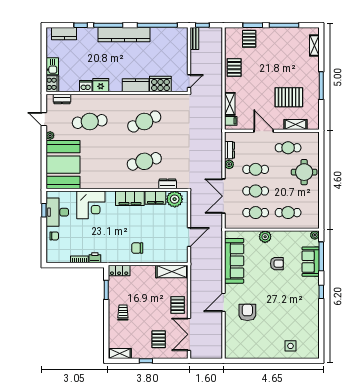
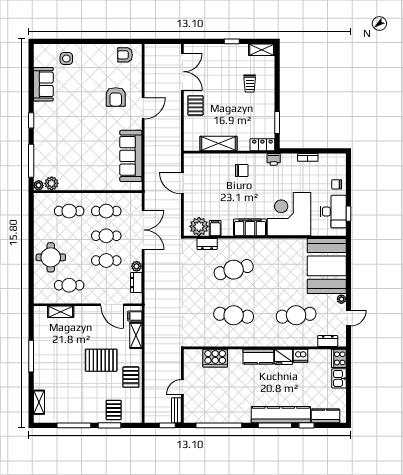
kitchen counter: (124, 35) -> (281, 415), moved
door: (189, 81) -> (182, 387), moved
kitchen counter: (136, 85) -> (258, 357), moved
pallet: (289, 97) -> (101, 360), moved
door: (44, 119) -> (349, 318), hinge flipped
cafe table: (144, 122) -> (234, 315), turned 30
door: (264, 131) -> (112, 305), moved
filing cabinet: (155, 198) -> (215, 228), width x0.50
corner desk: (91, 205) -> (289, 214), width x1.36, depth x1.36
door: (189, 237) -> (182, 183), hinge flipped
plant: (265, 237) -> (52, 183), moved
printer: (95, 258) -> (274, 159), moved
sofa: (311, 262) -> (43, 84), moved
armchair: (277, 264) -> (125, 55), moved
shelving: (172, 272) -> (218, 144), moved
trolley: (123, 313) -> (250, 83), moved
pallet: (159, 339) -> (217, 66), removed

